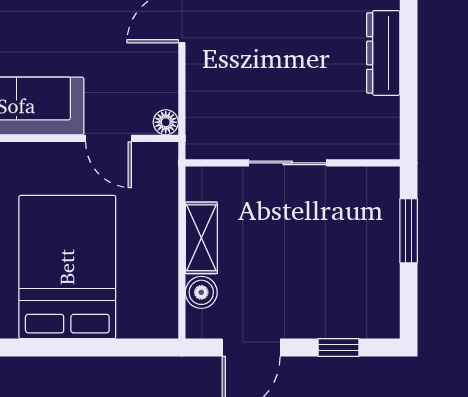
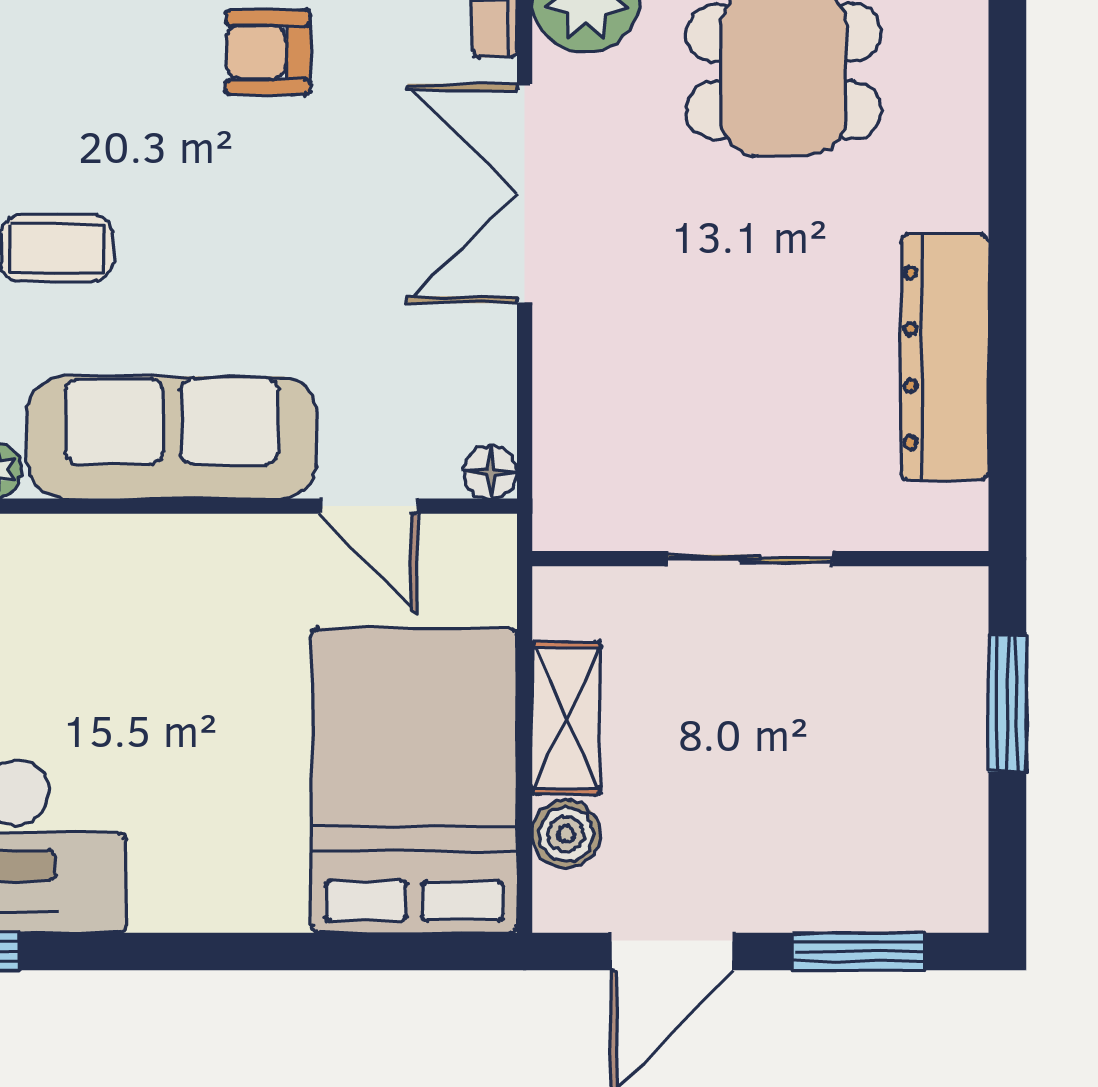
dresser: (383, 53) -> (945, 357), width x1.37, depth x1.24
bed: (67, 267) -> (414, 780), moved
window: (338, 348) -> (858, 952), width x1.50

